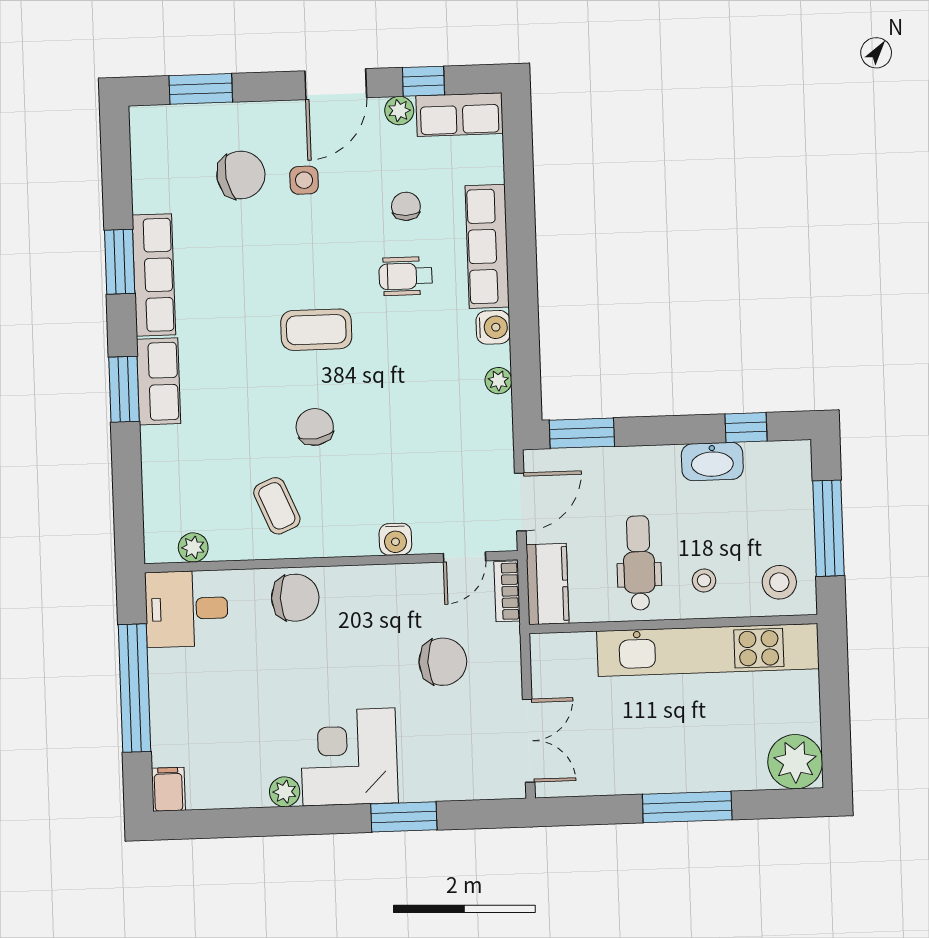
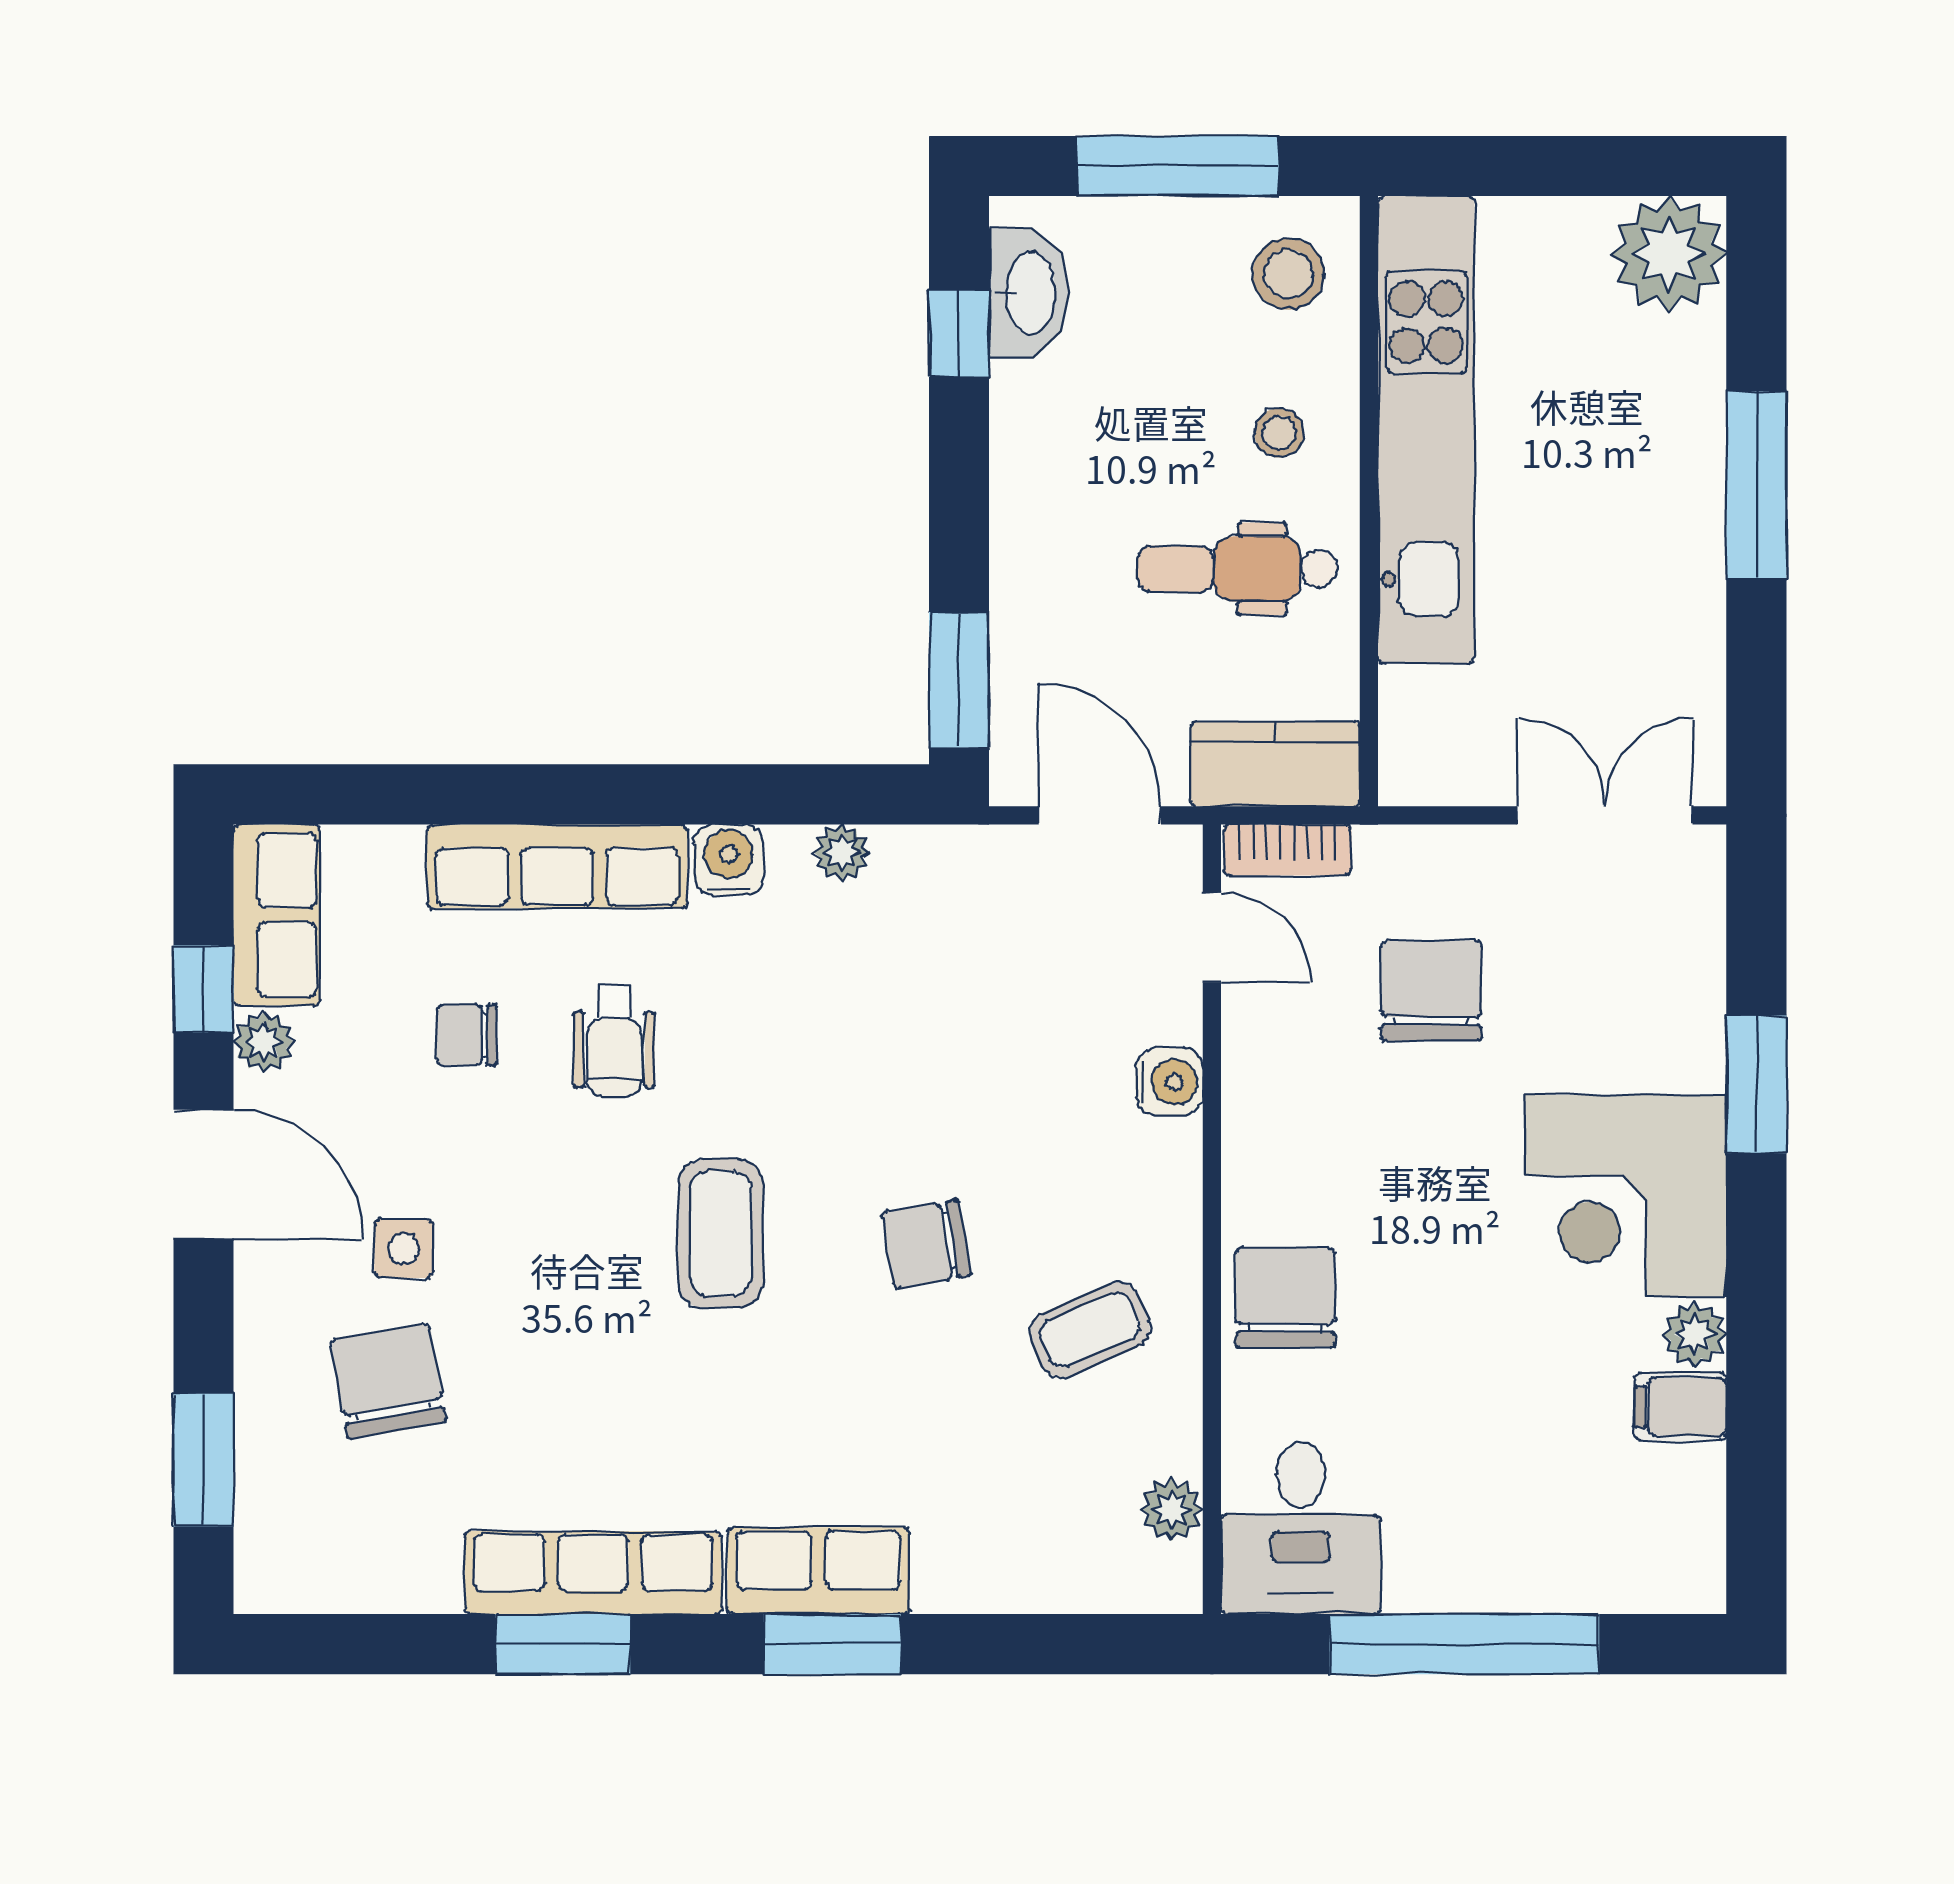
washbasin: (712, 461) -> (1028, 293), moved
filing cabinet: (168, 789) -> (1681, 1407), moved

